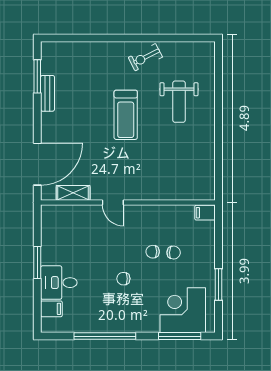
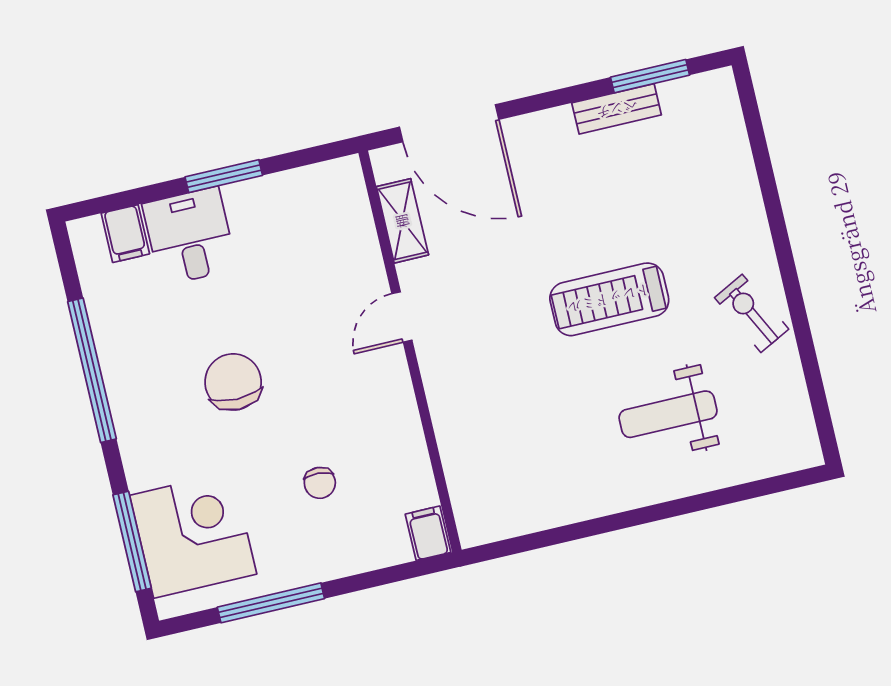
chair: (153, 252) -> (311, 434), removed
chair: (123, 279) -> (233, 382), width x1.87, depth x1.87
window: (219, 284) -> (271, 603), width x1.44

